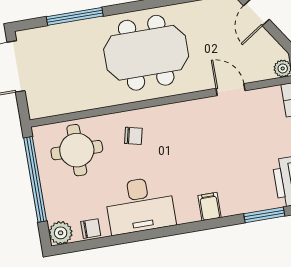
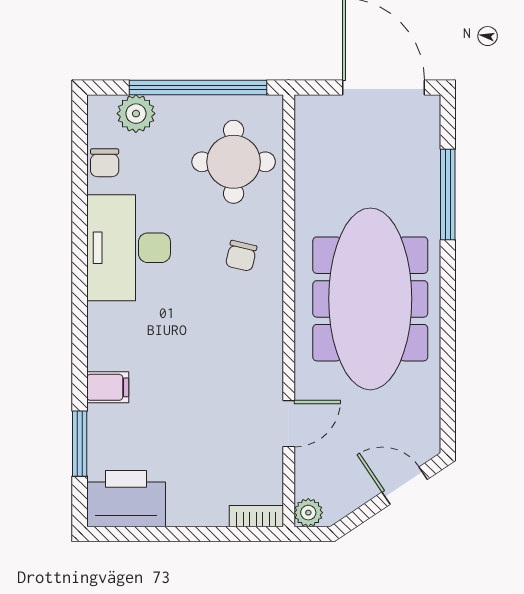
meeting table: (146, 53) -> (370, 299), width x1.36
filing cabinet: (210, 206) -> (108, 387), moved
plant: (61, 233) -> (136, 114), moved

